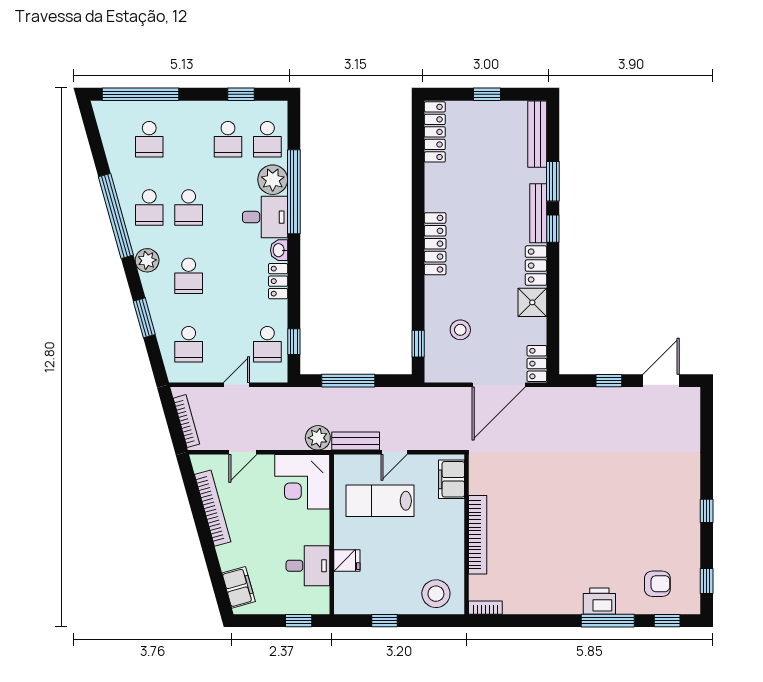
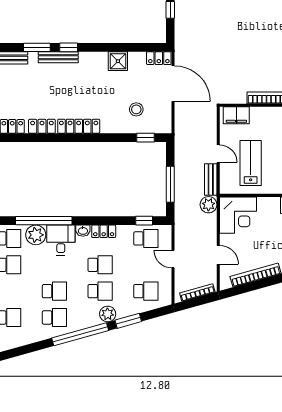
window: (116, 216) -> (80, 334), moved
plant: (147, 260) -> (108, 314), moved
locker: (536, 266) -> (42, 126), moved, turned 180
school desk: (228, 276) -> (100, 265), added
lab bench: (380, 501) -> (251, 163), turned 180

